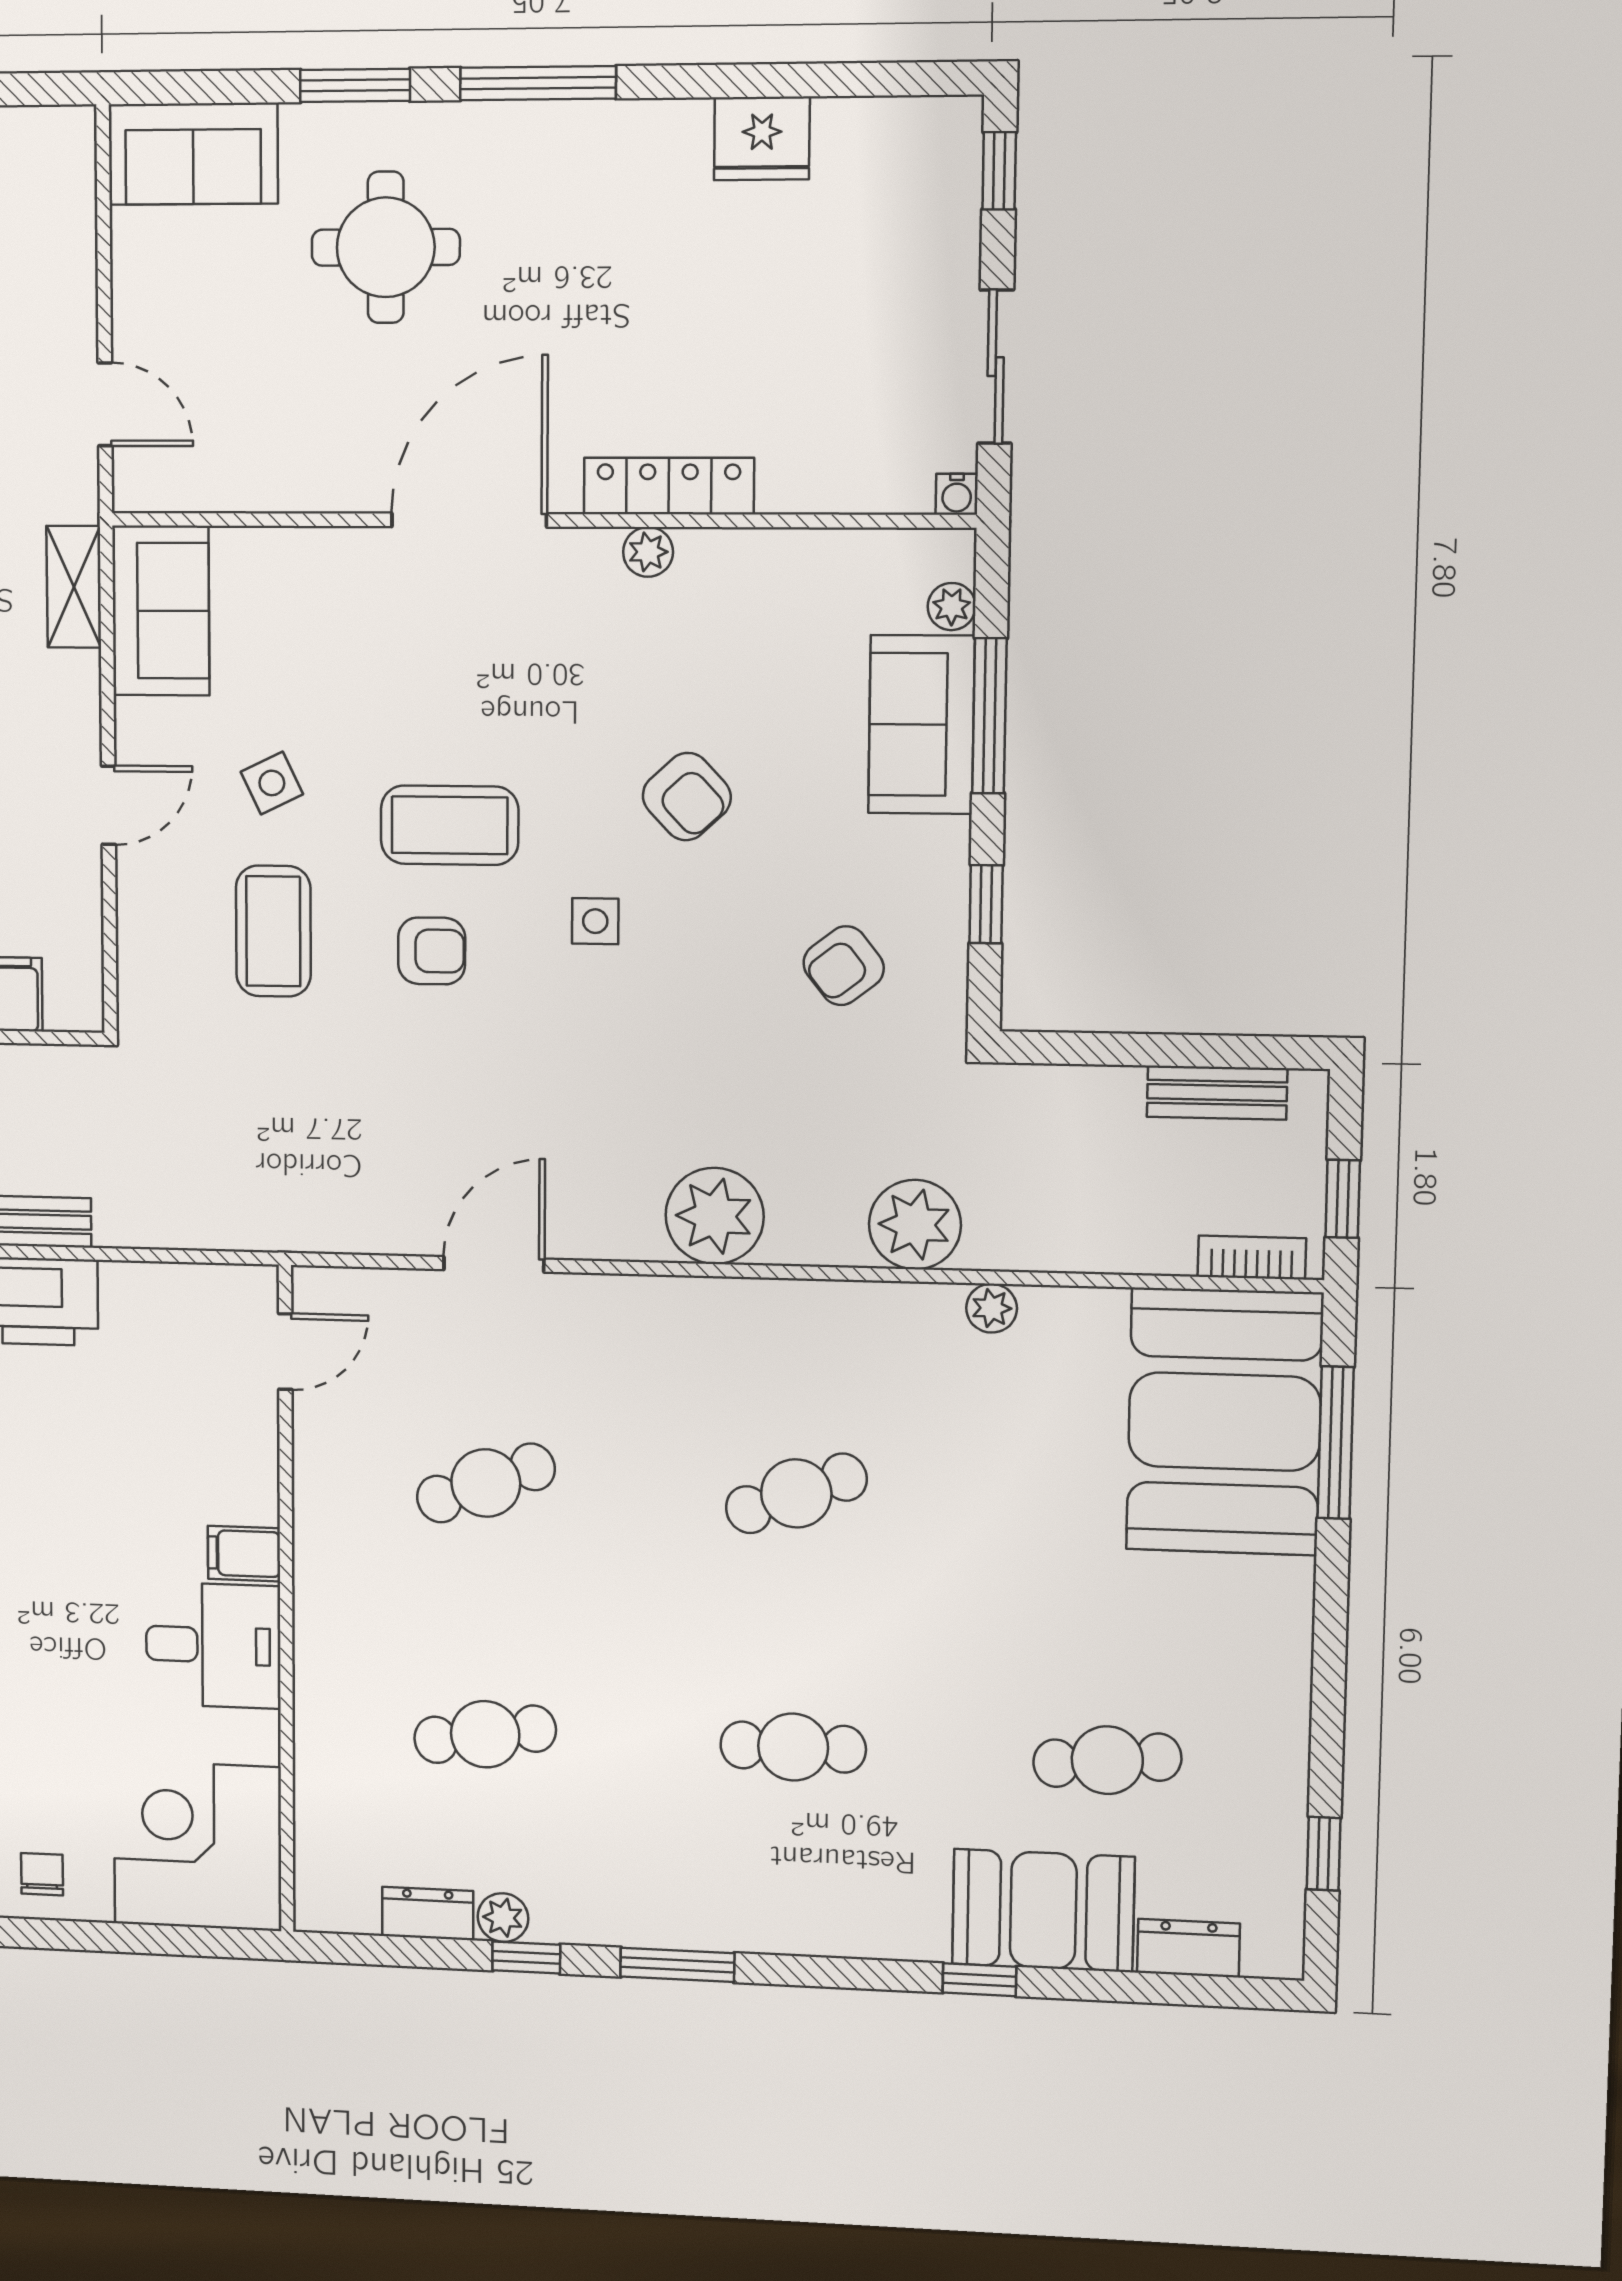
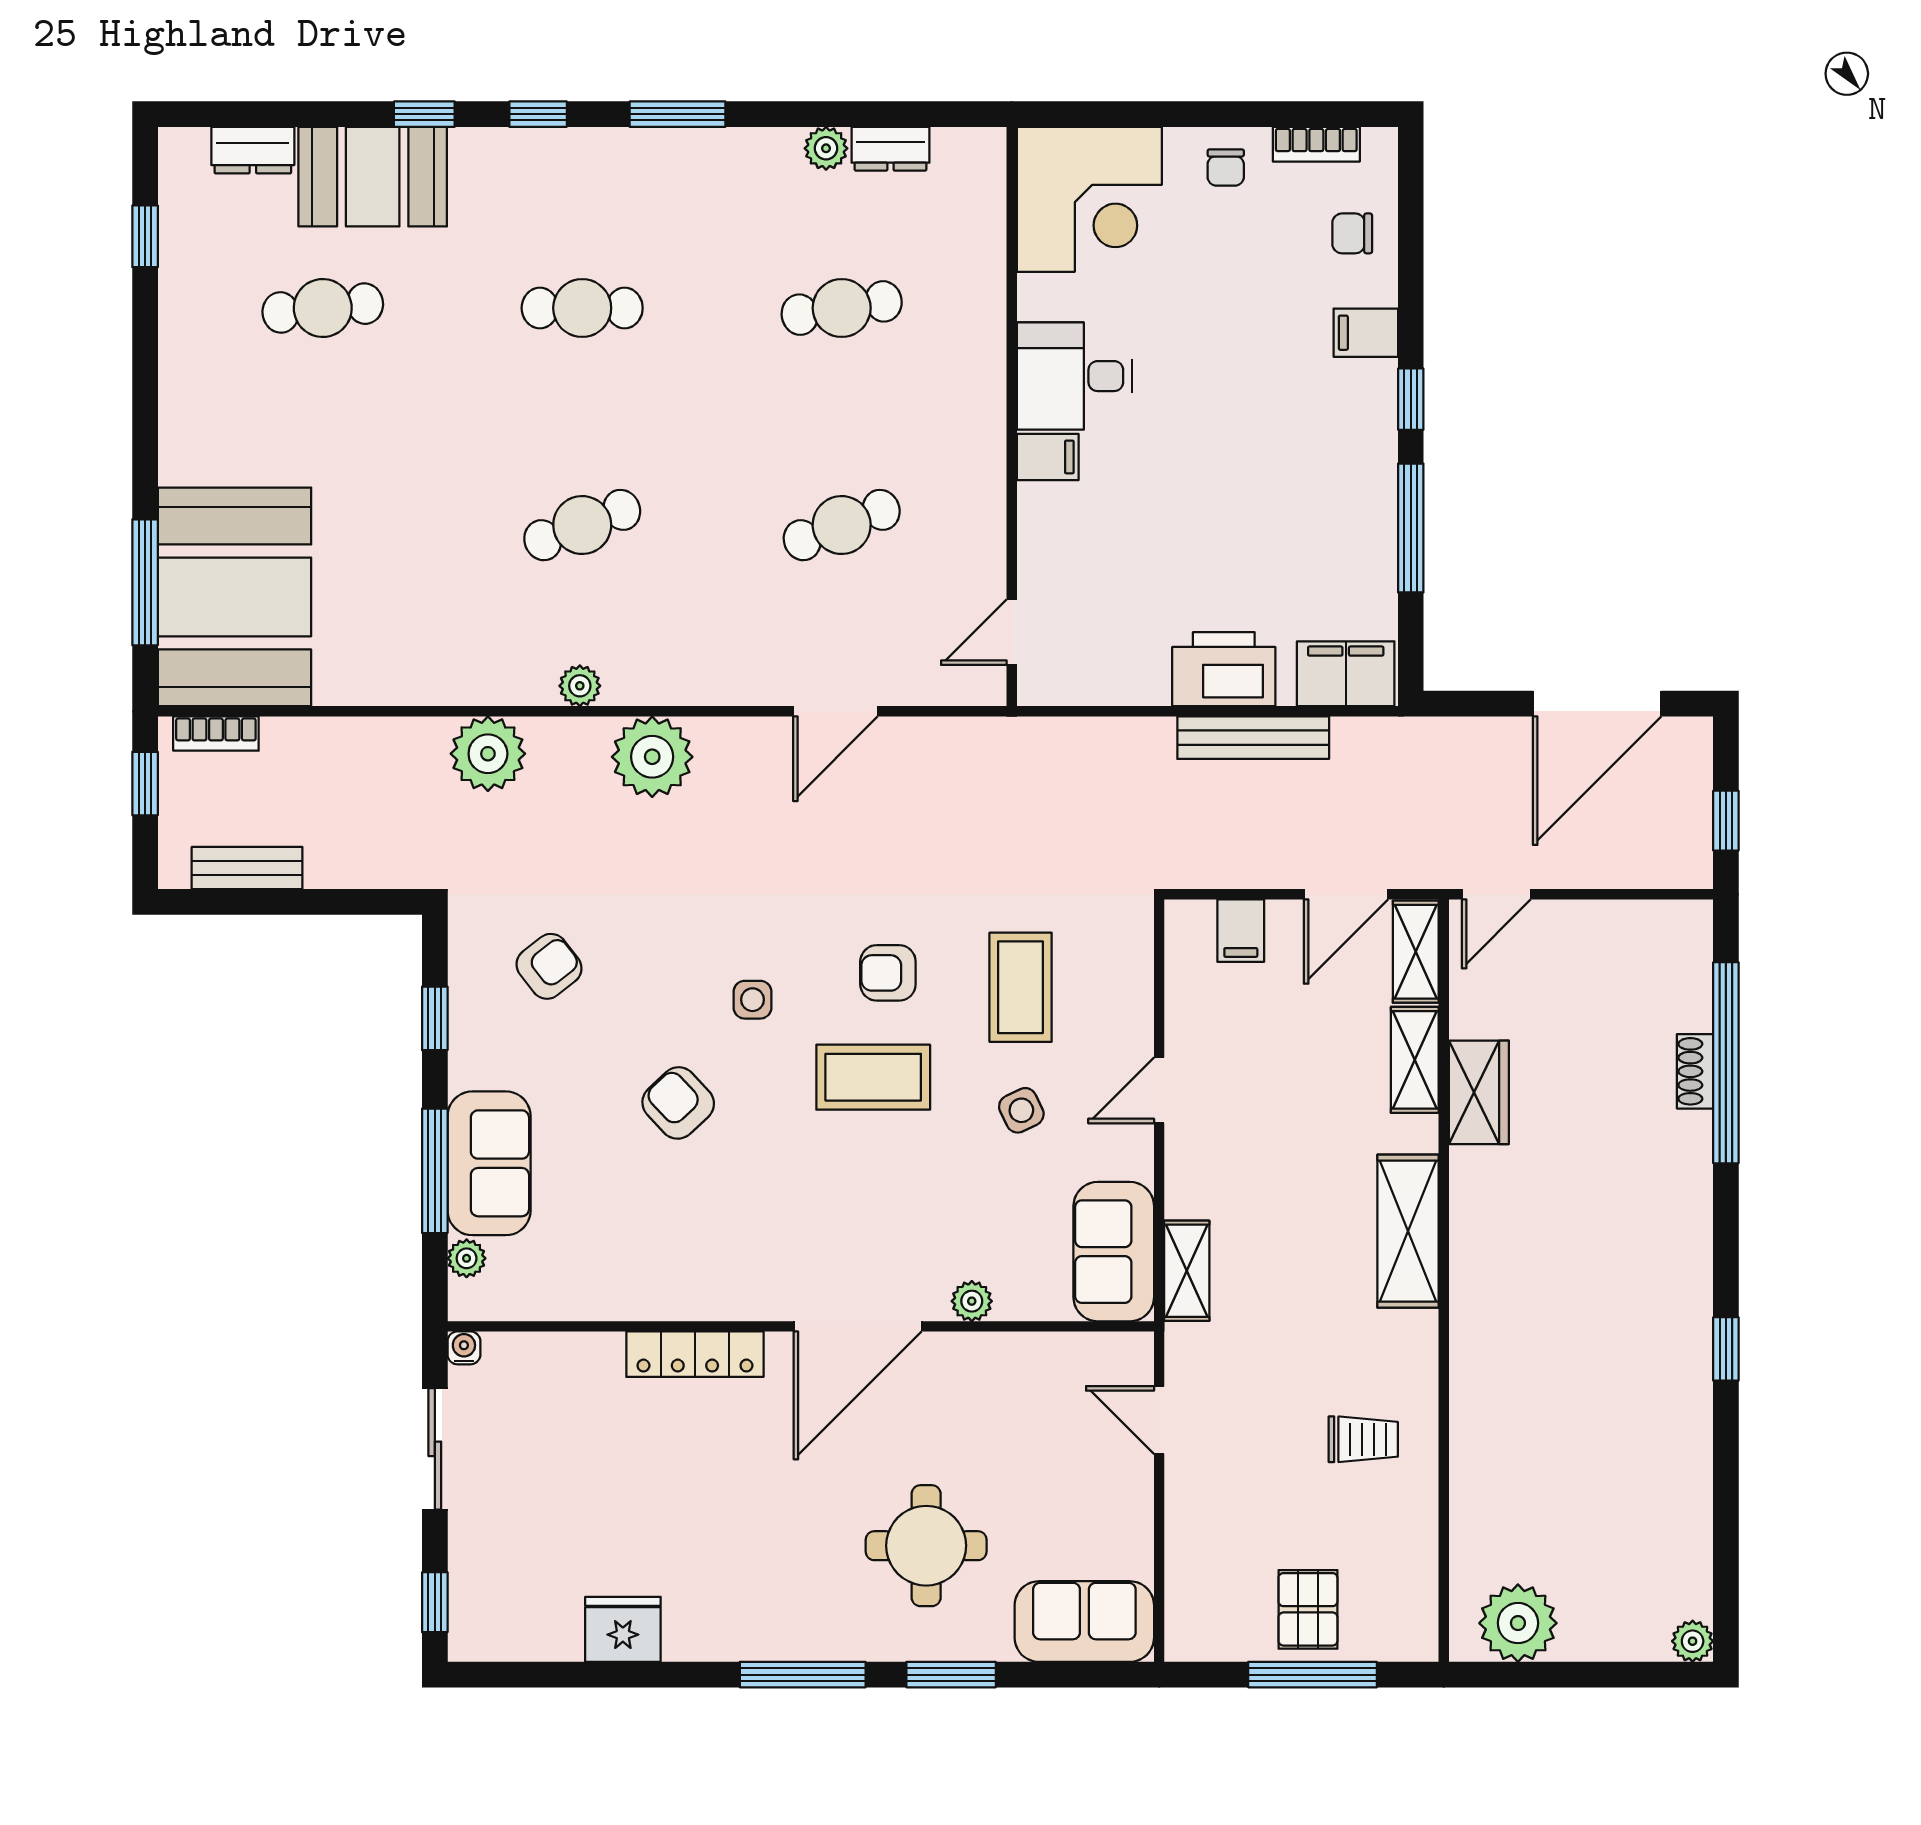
plant: (648, 552) -> (972, 1301), moved
plant: (992, 1308) -> (580, 686), moved
window: (526, 1958) -> (538, 114), moved

